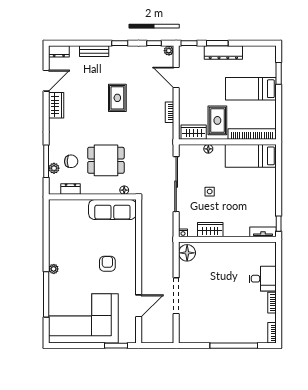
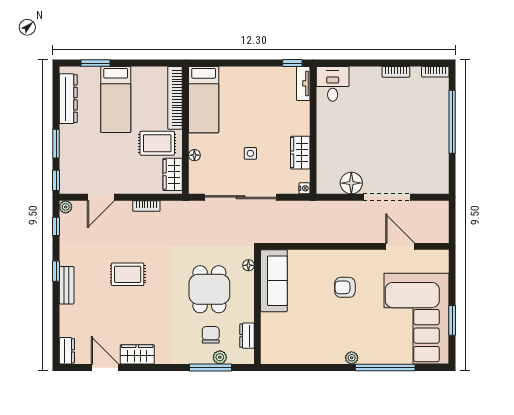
bench: (94, 51) -> (67, 285), moved
dresser: (223, 52) -> (68, 99), moved
floor lamp: (187, 253) -> (351, 183), moved
desk: (263, 279) -> (333, 84), moved
window: (116, 346) -> (452, 320), moved

